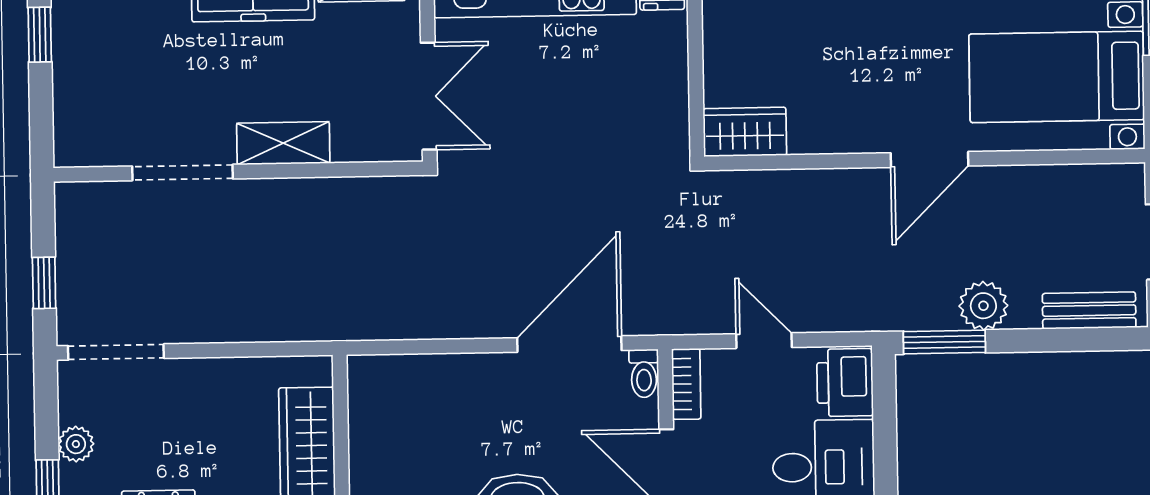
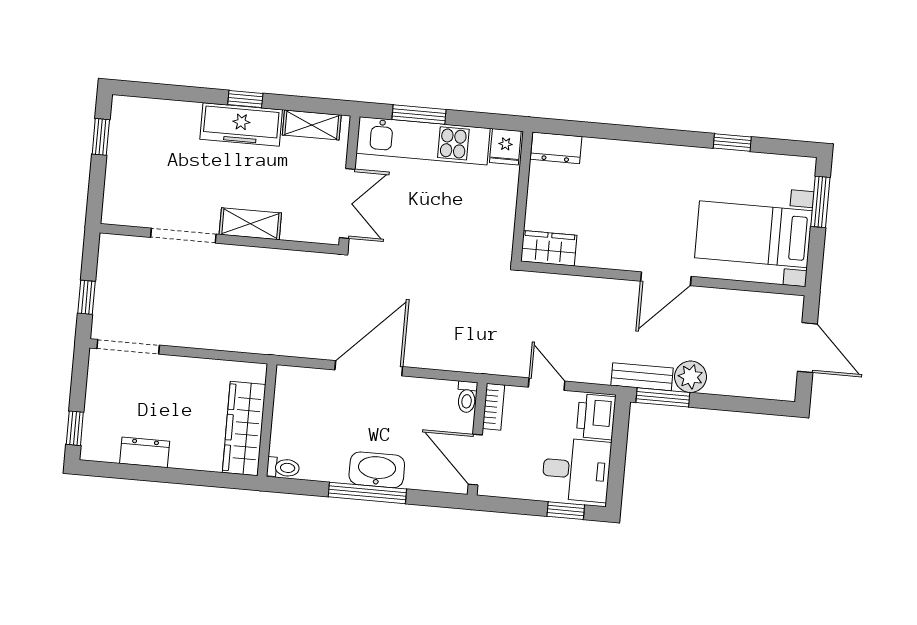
bench: (1089, 311) -> (642, 377), moved
door: (569, 344) -> (369, 368), moved
plant: (76, 444) -> (96, 403), removed

